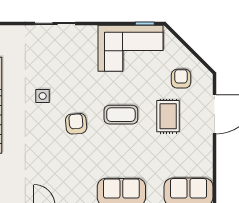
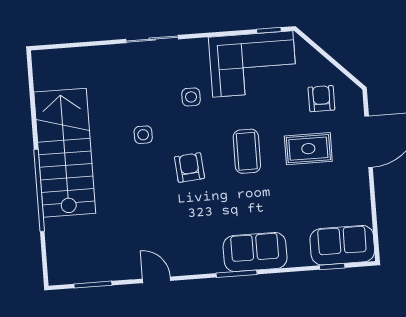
side table: (81, 70) -> (191, 97), added
coffee table: (121, 115) -> (247, 151), turned 90
rug: (168, 116) -> (308, 149), turned 90

